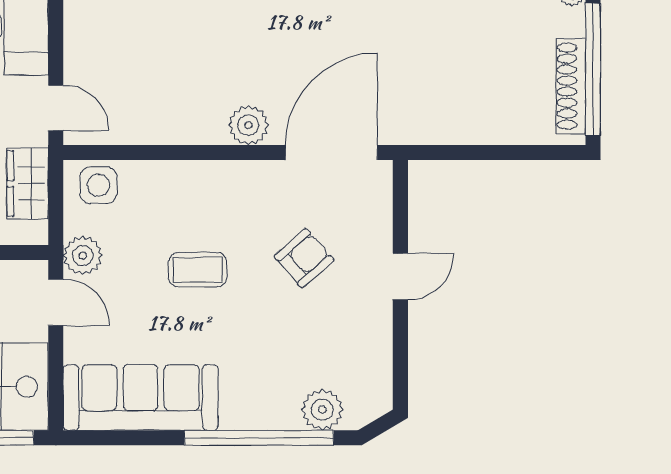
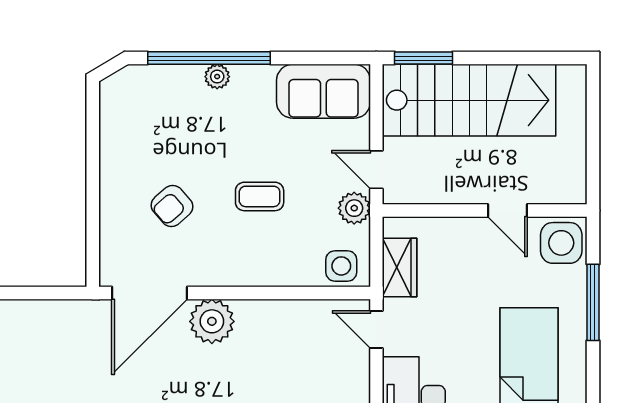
plant: (248, 125) -> (212, 321), width x1.36, depth x1.36
door: (400, 276) -> (93, 191), removed
sofa: (141, 397) -> (323, 91), width x0.73
plant: (322, 410) -> (217, 77), moved, width x0.73, depth x0.73

